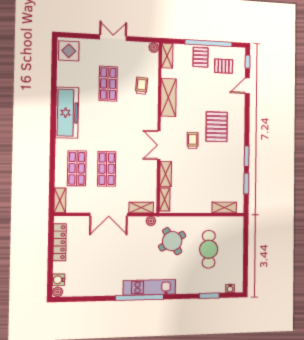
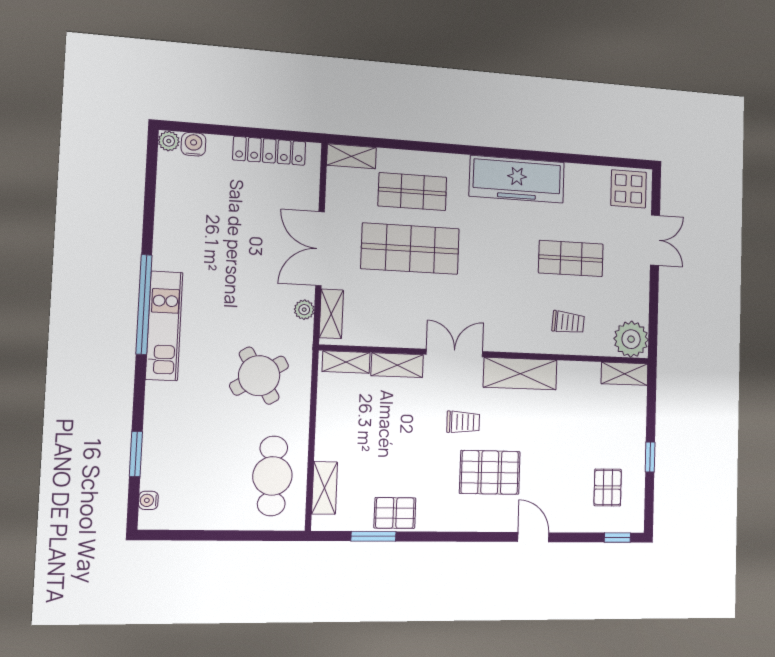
double door: (113, 38) -> (655, 240), moved
window: (209, 43) -> (650, 457), width x0.32
plant: (154, 48) -> (631, 339), width x1.88, depth x1.88
pallet: (201, 57) -> (395, 513), moved
door: (247, 86) -> (533, 537), moved
shelving: (168, 97) -> (520, 374), moved
window: (247, 156) -> (430, 537), removed
shop shelf: (107, 169) -> (410, 249), width x1.43, depth x1.36
plant: (151, 221) -> (304, 310), moved
cafe table: (209, 249) -> (272, 476), moved, turned 90

